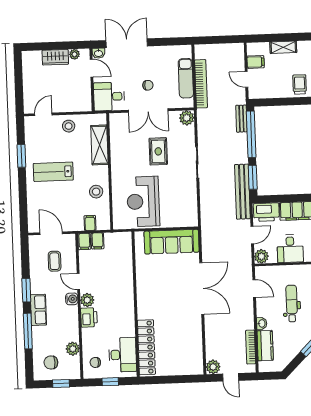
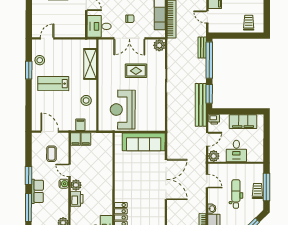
stool: (69, 126) -> (40, 60), moved
rug: (158, 151) -> (136, 71), turned 90
printer: (266, 212) -> (214, 119), width x0.53, depth x0.68

